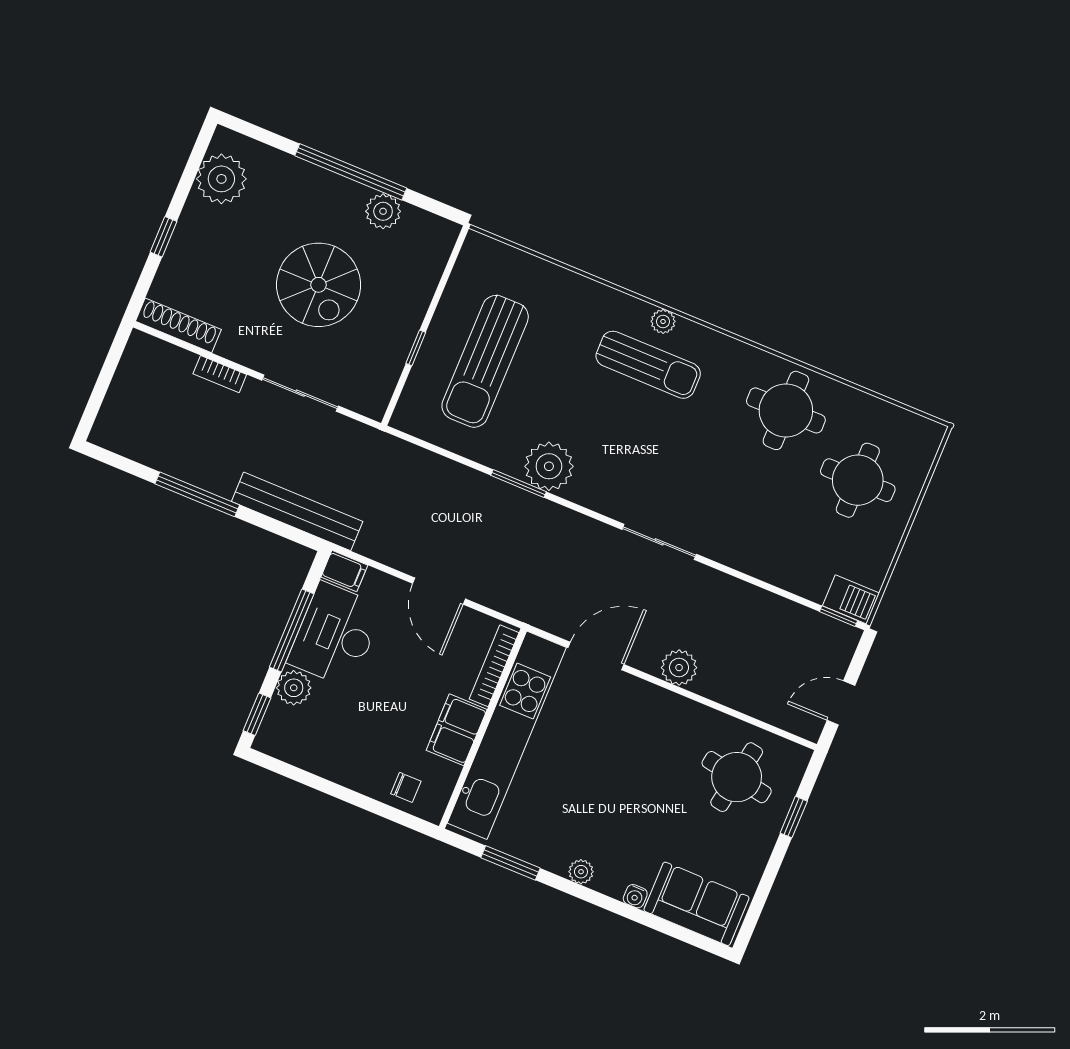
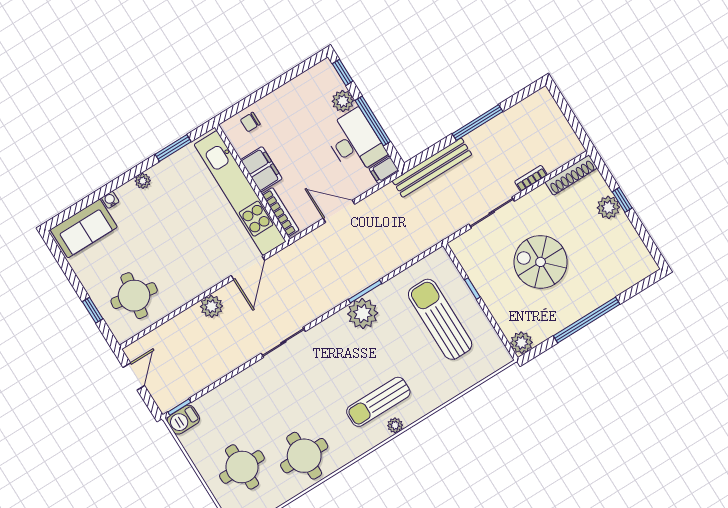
plant: (221, 179) -> (608, 207), moved, width x0.73, depth x0.73
plant: (383, 211) -> (521, 343), moved

